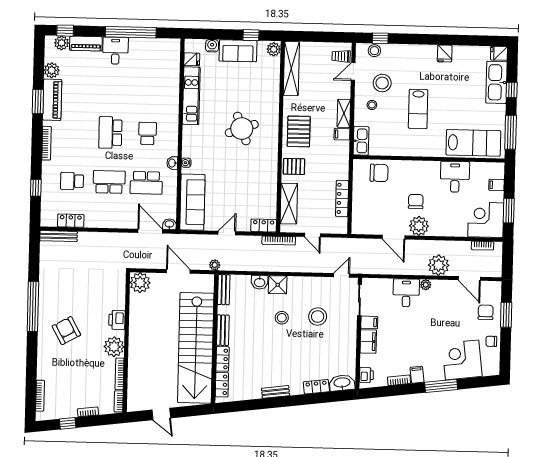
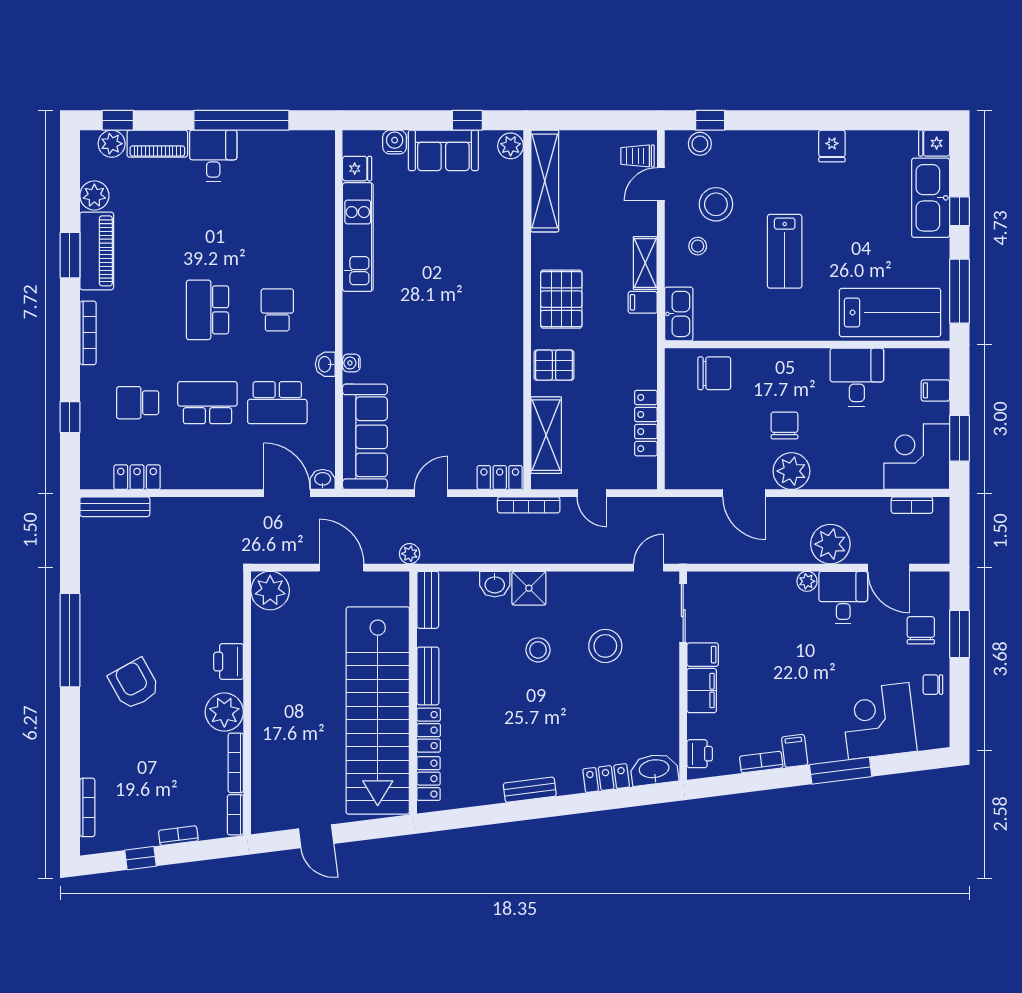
round table: (242, 129) -> (454, 296), removed
desk: (406, 293) -> (843, 597), moved

